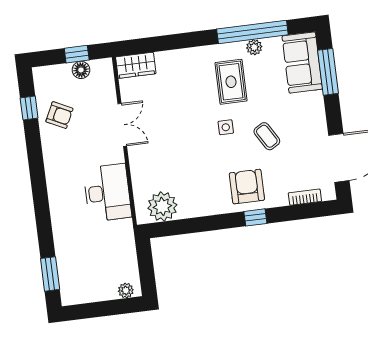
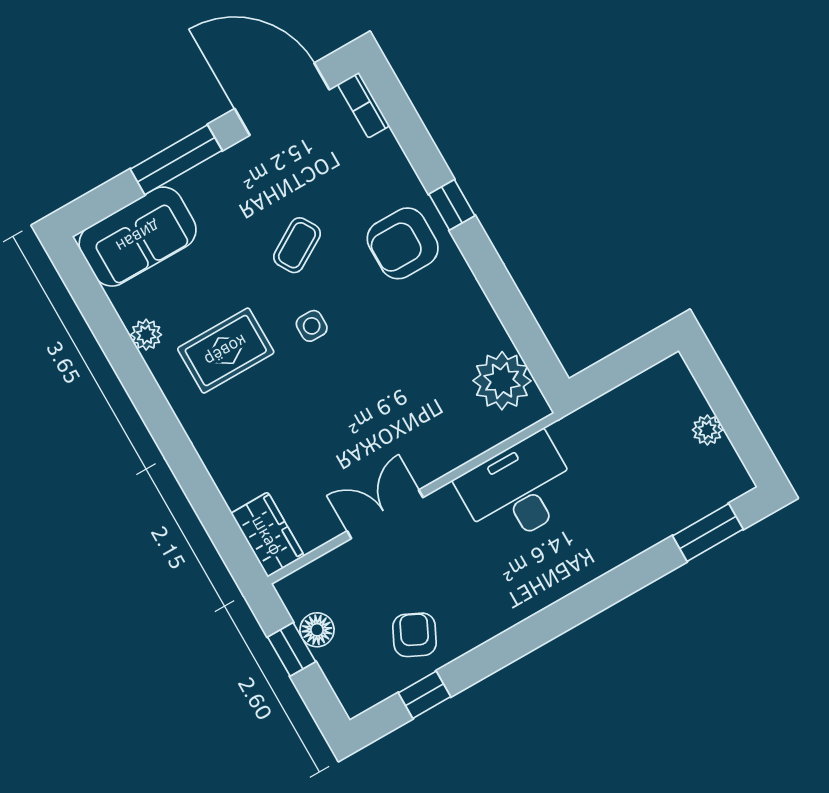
window: (252, 32) -> (120, 349), removed
window: (328, 72) -> (176, 160), moved
bookcase: (305, 197) -> (364, 105), moved
plant: (126, 290) -> (707, 430), moved

